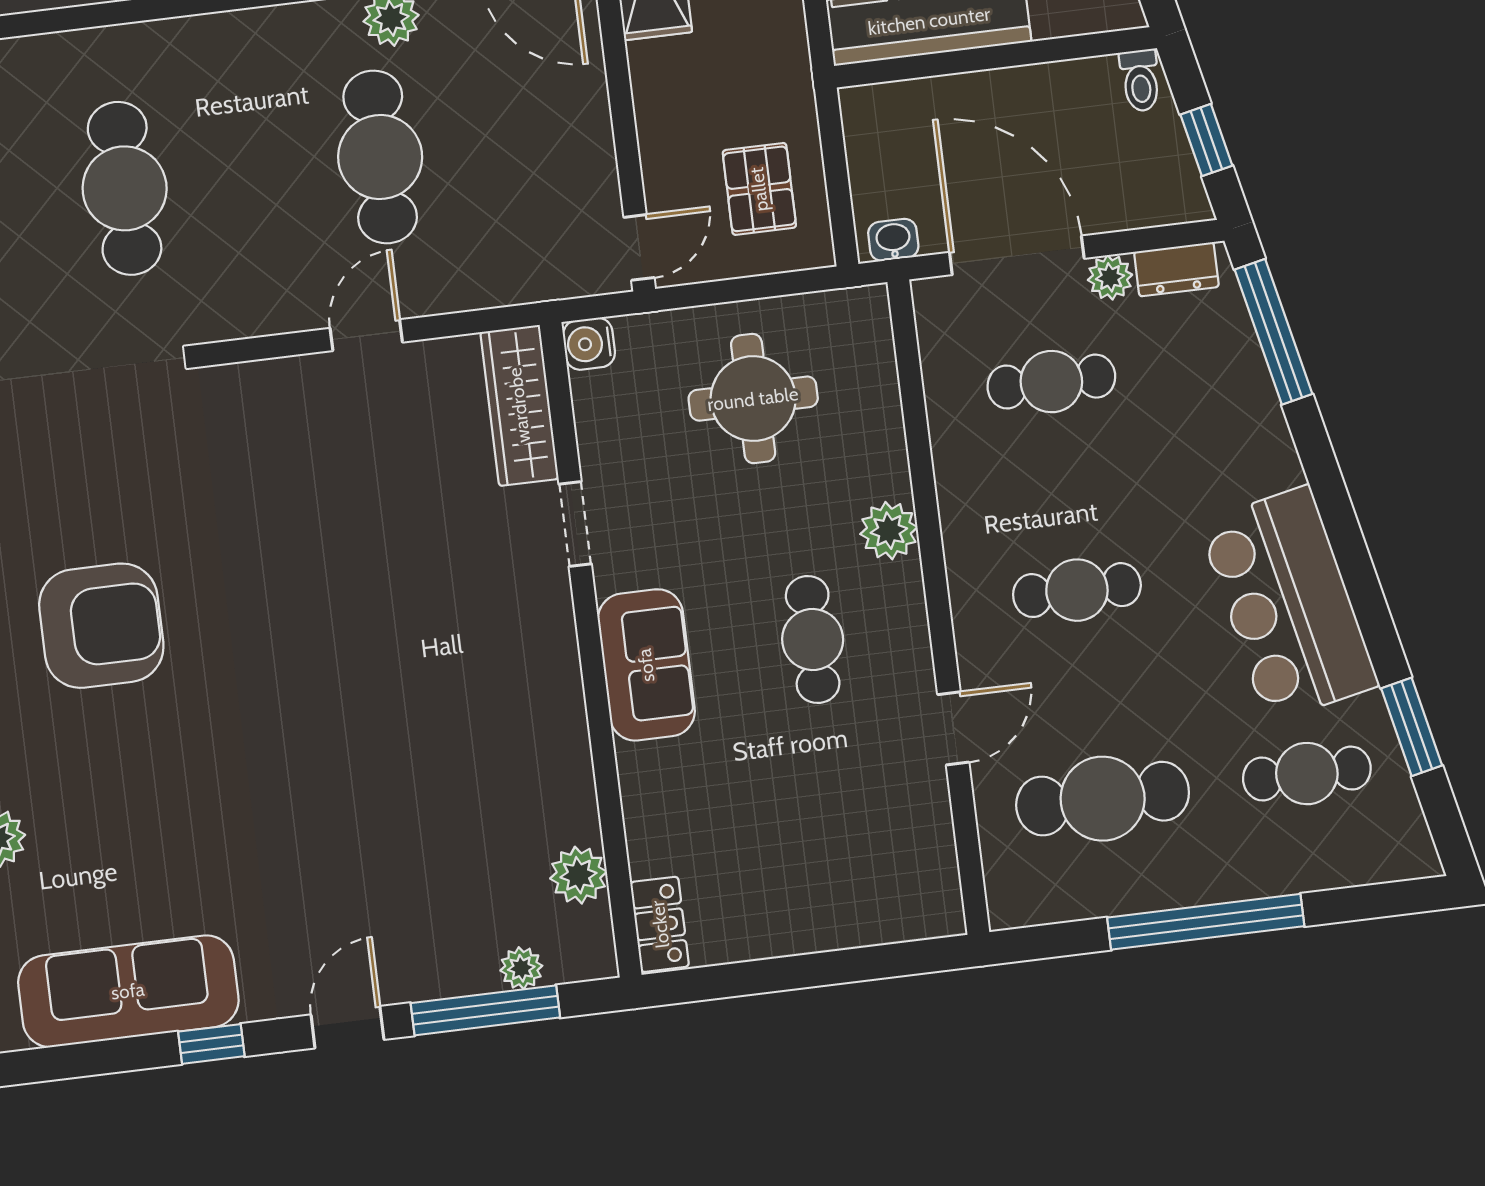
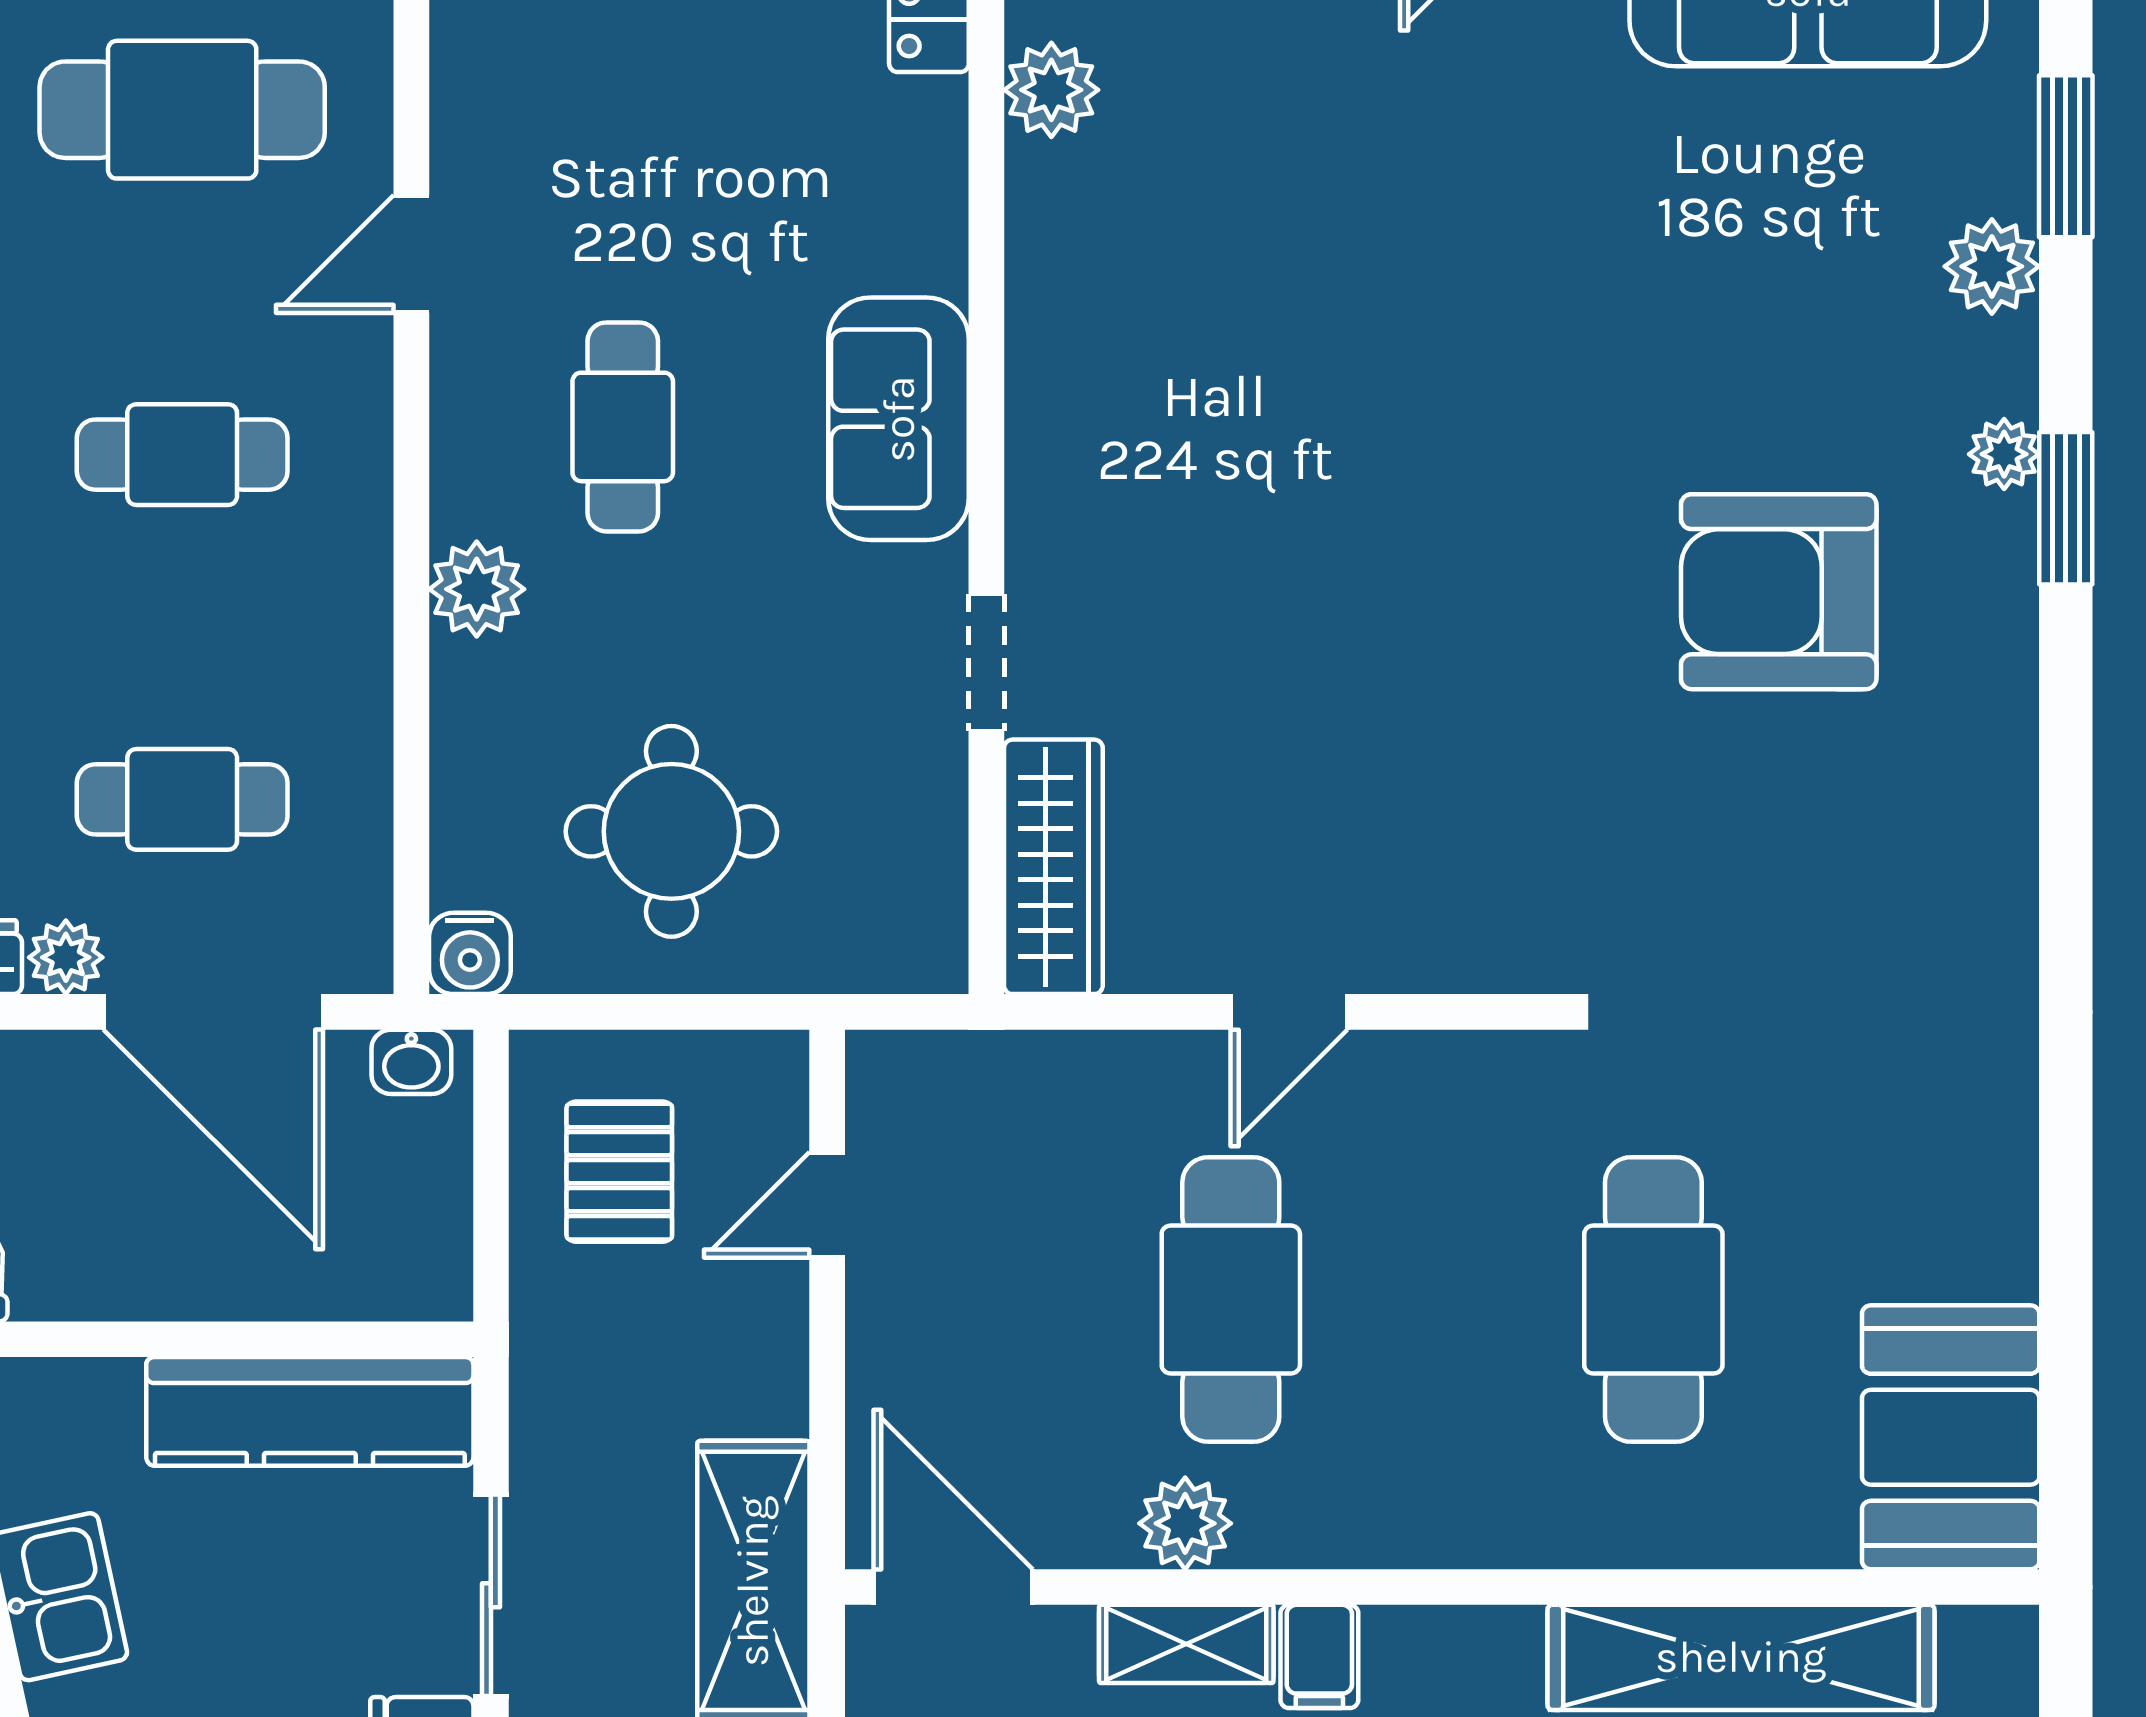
door: (639, 247) -> (827, 1205), moved
water cooler: (589, 344) -> (470, 953), moved, turned 90

